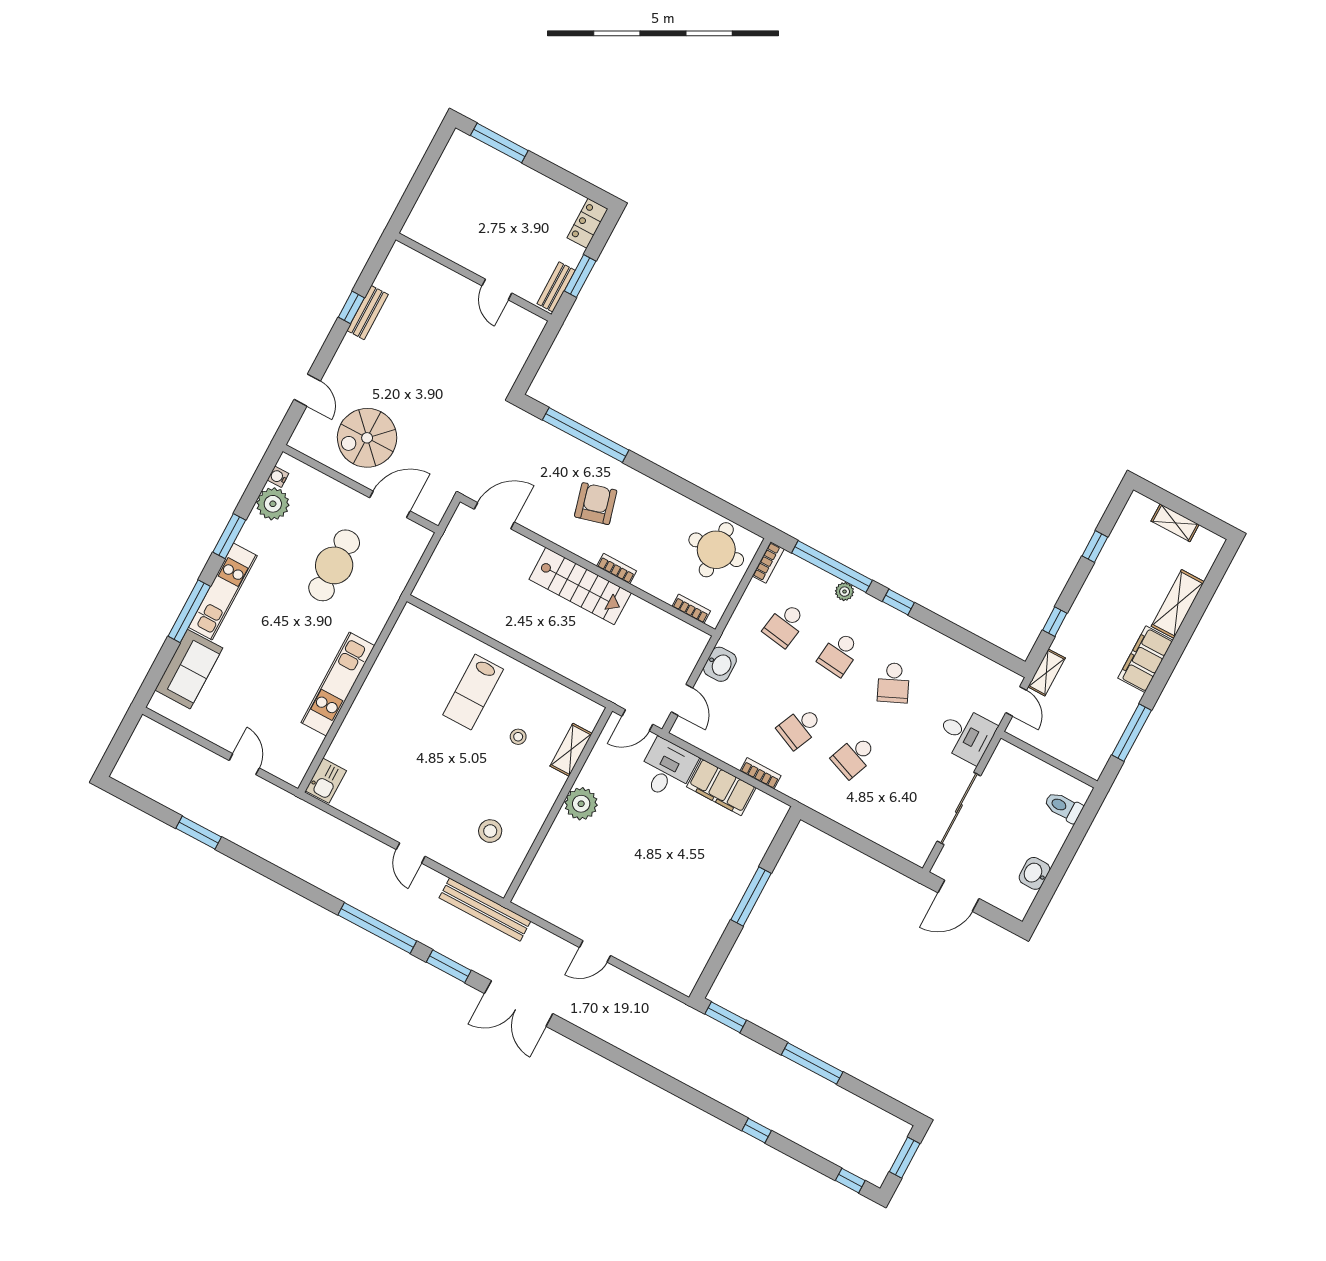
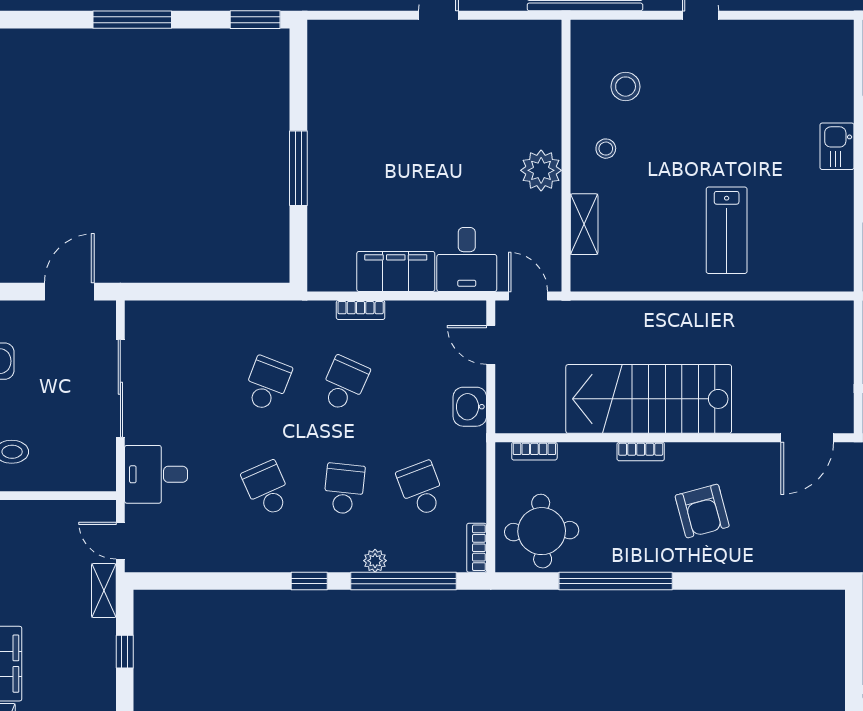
window: (586, 435) -> (616, 581), moved
stairs: (580, 586) -> (649, 399), width x1.36, depth x1.51
school desk: (785, 625) -> (421, 489), turned -30
lab bench: (473, 692) -> (727, 230), turned 180
door: (637, 720) -> (528, 296), hinge flipped
stool: (518, 737) -> (606, 149), moved
kitchen sink: (326, 781) -> (837, 146), moved

